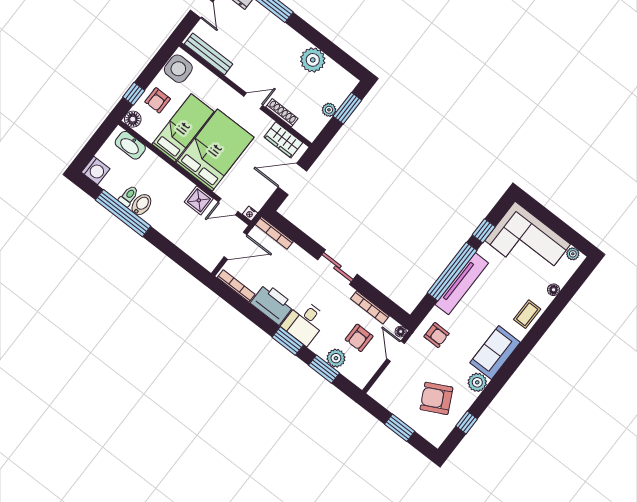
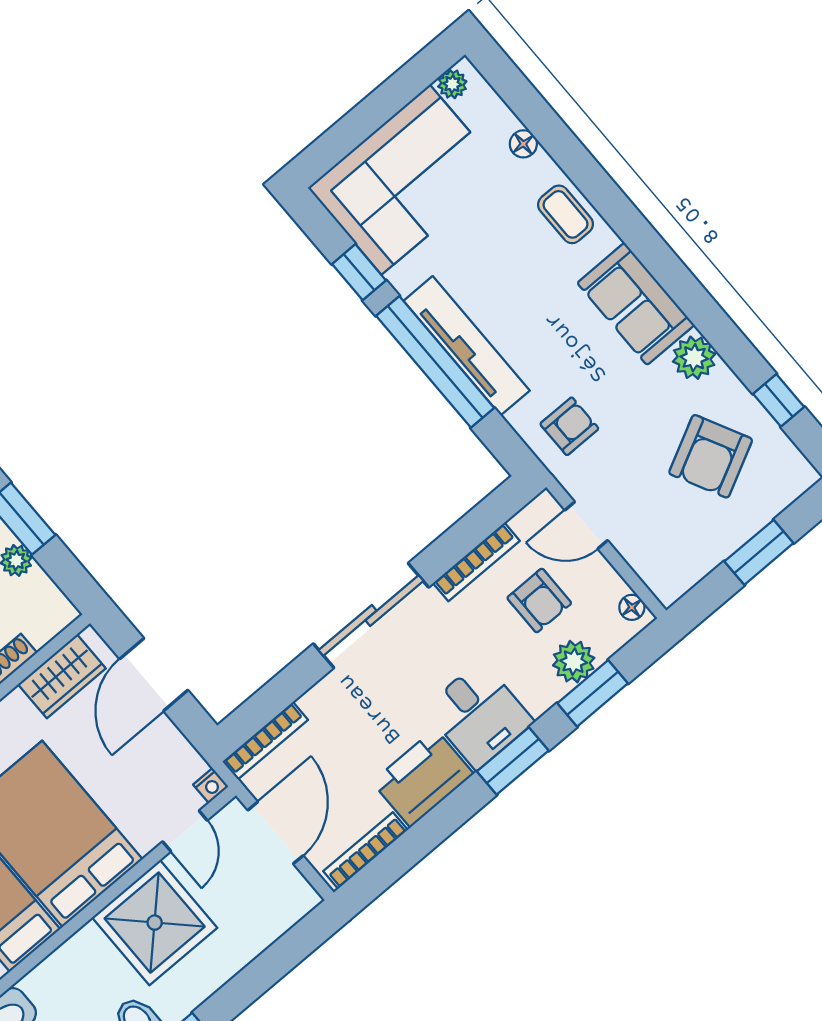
shower: (199, 200) -> (155, 923), width x1.86, depth x1.86
sliding door: (337, 267) -> (371, 615), width x1.37
floor lamp: (401, 332) -> (632, 607), moved

